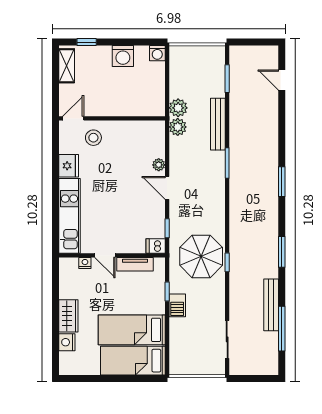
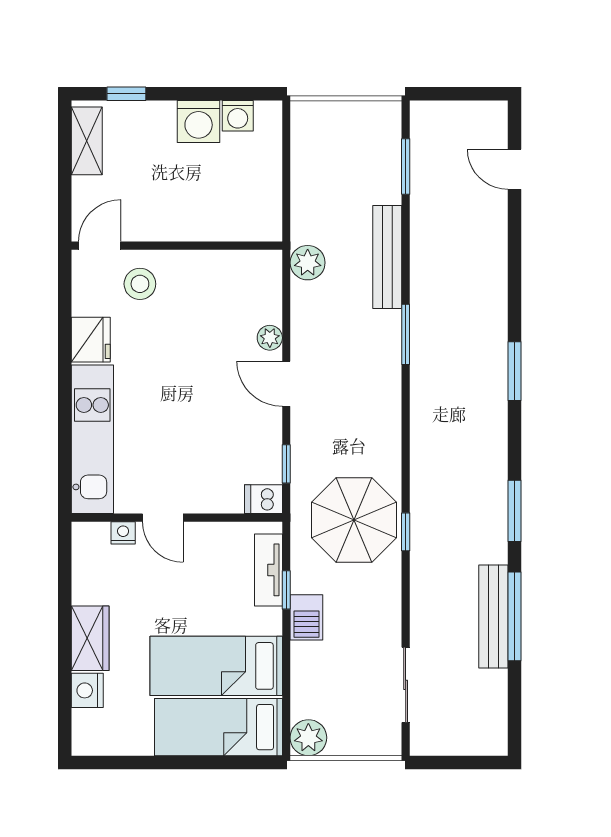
washing machine: (157, 53) -> (238, 116), moved
plant: (178, 108) -> (308, 738), moved
tv unit: (135, 264) -> (268, 570), moved, turned 90
window: (282, 329) -> (514, 616), moved

